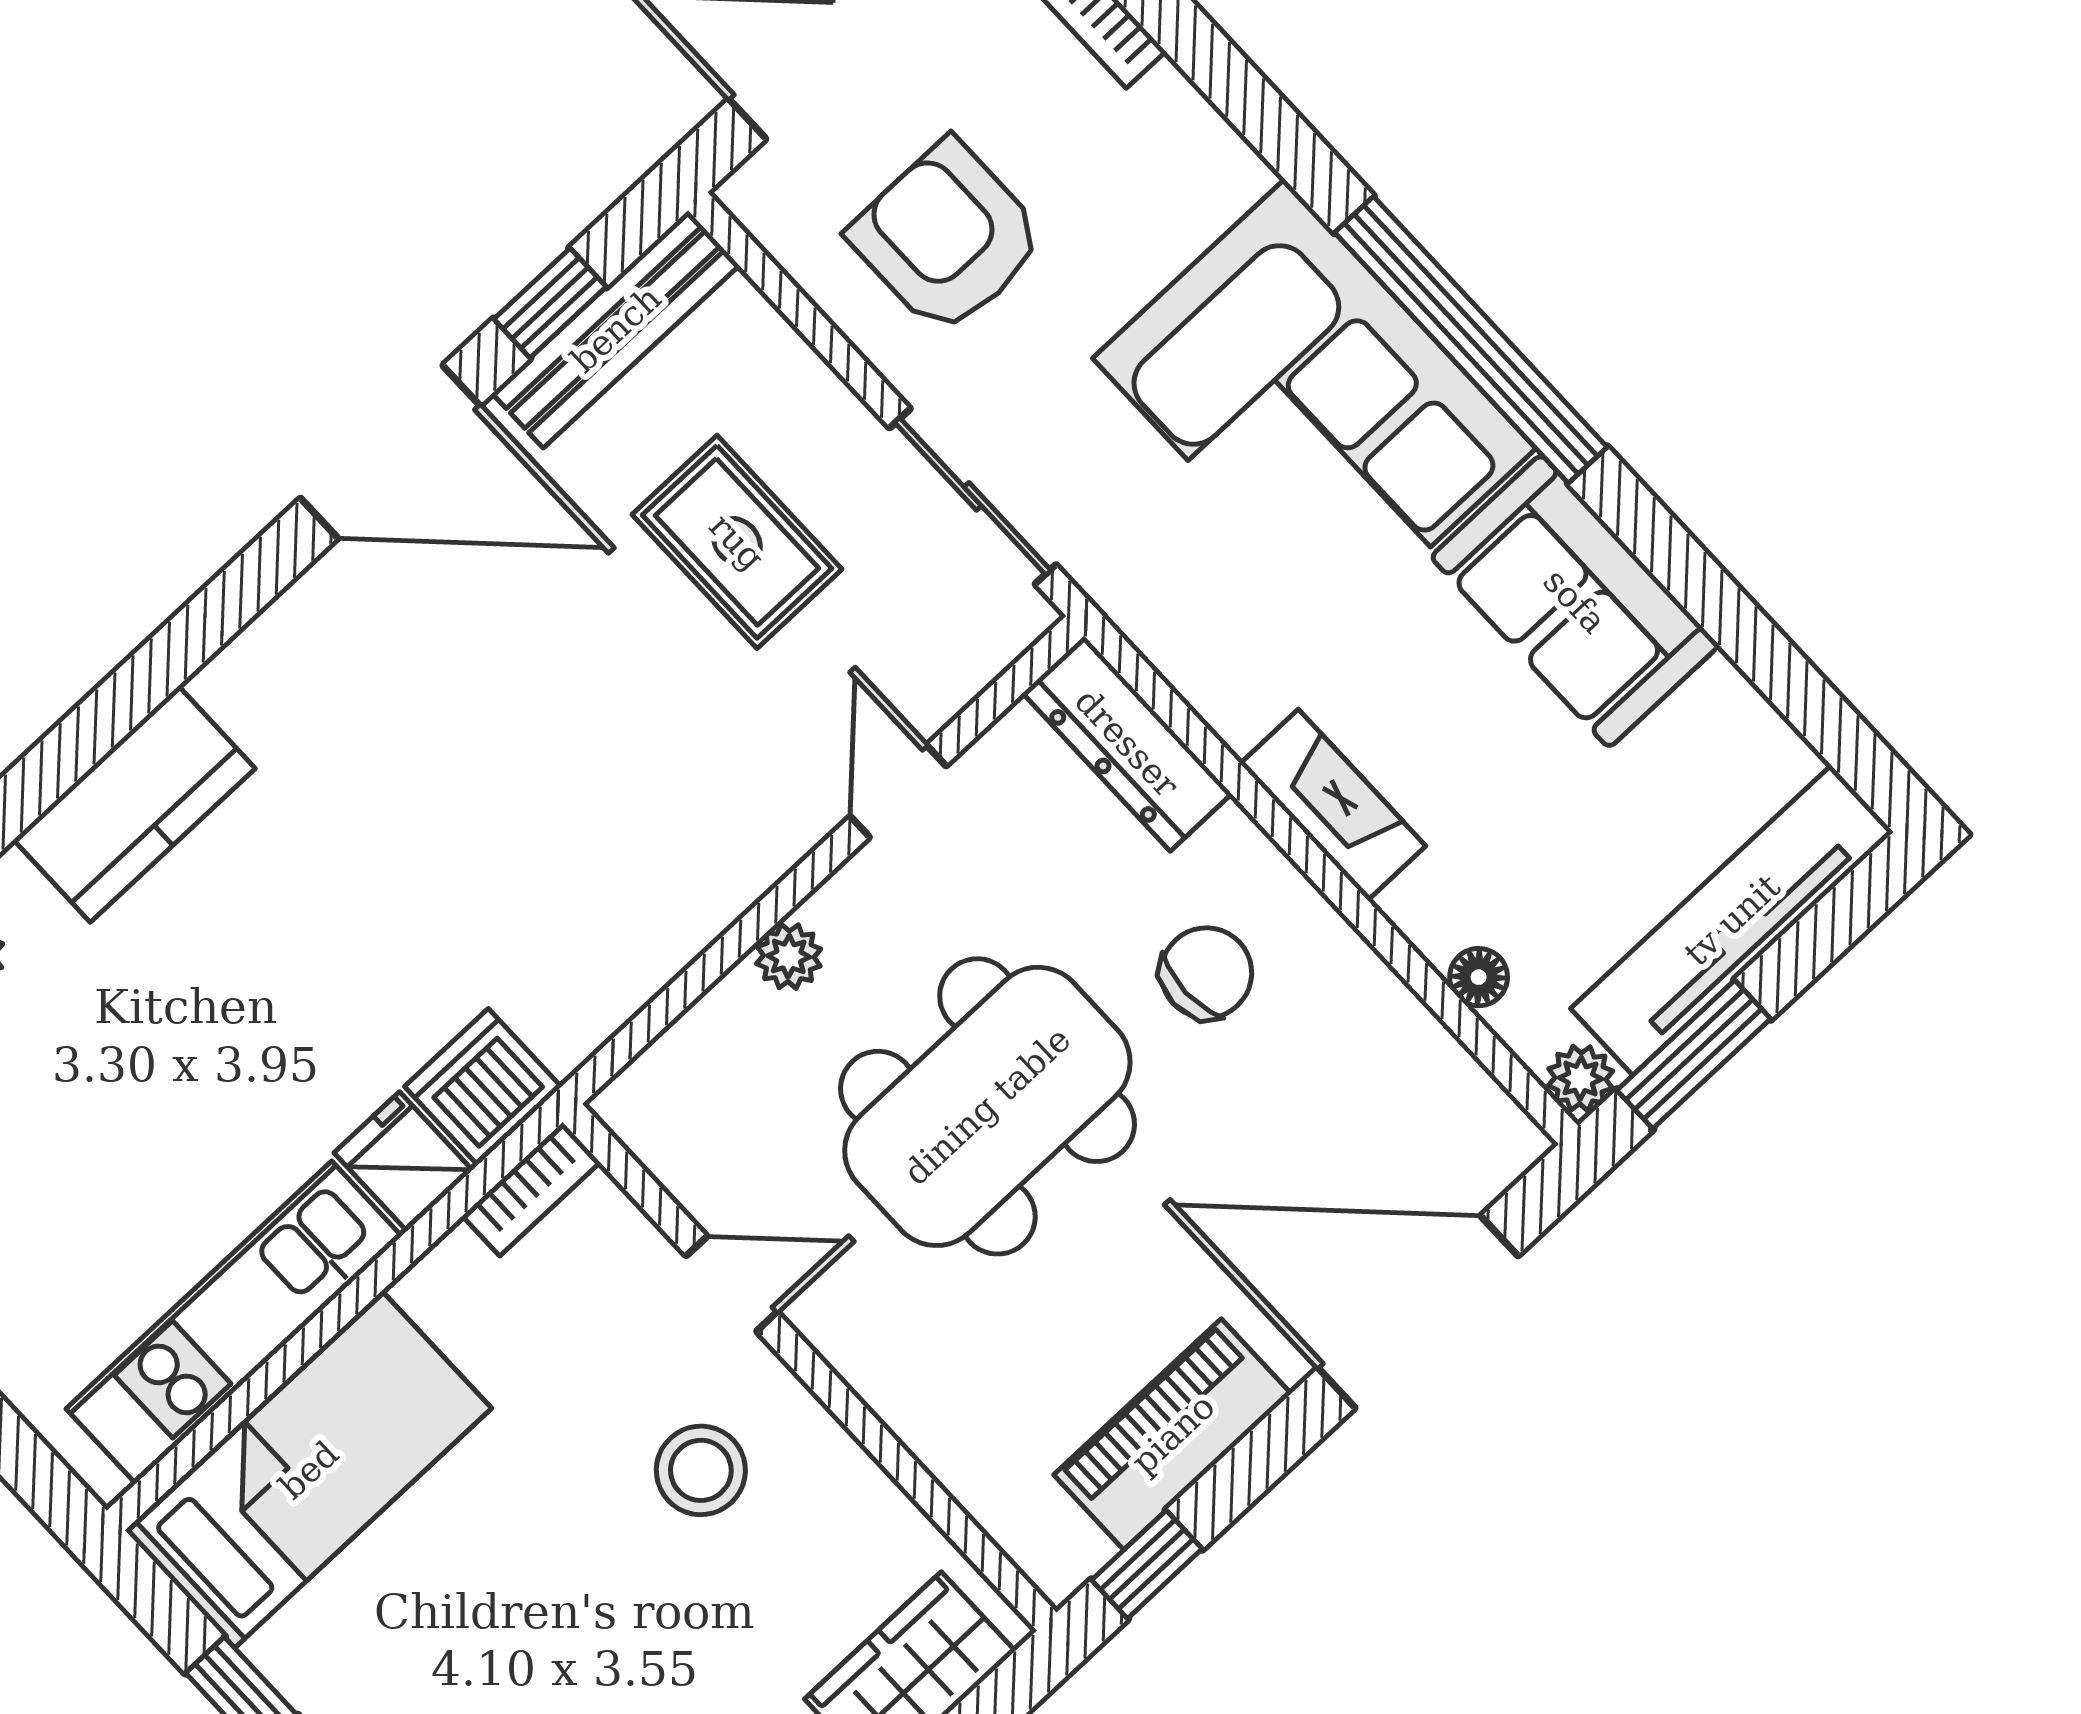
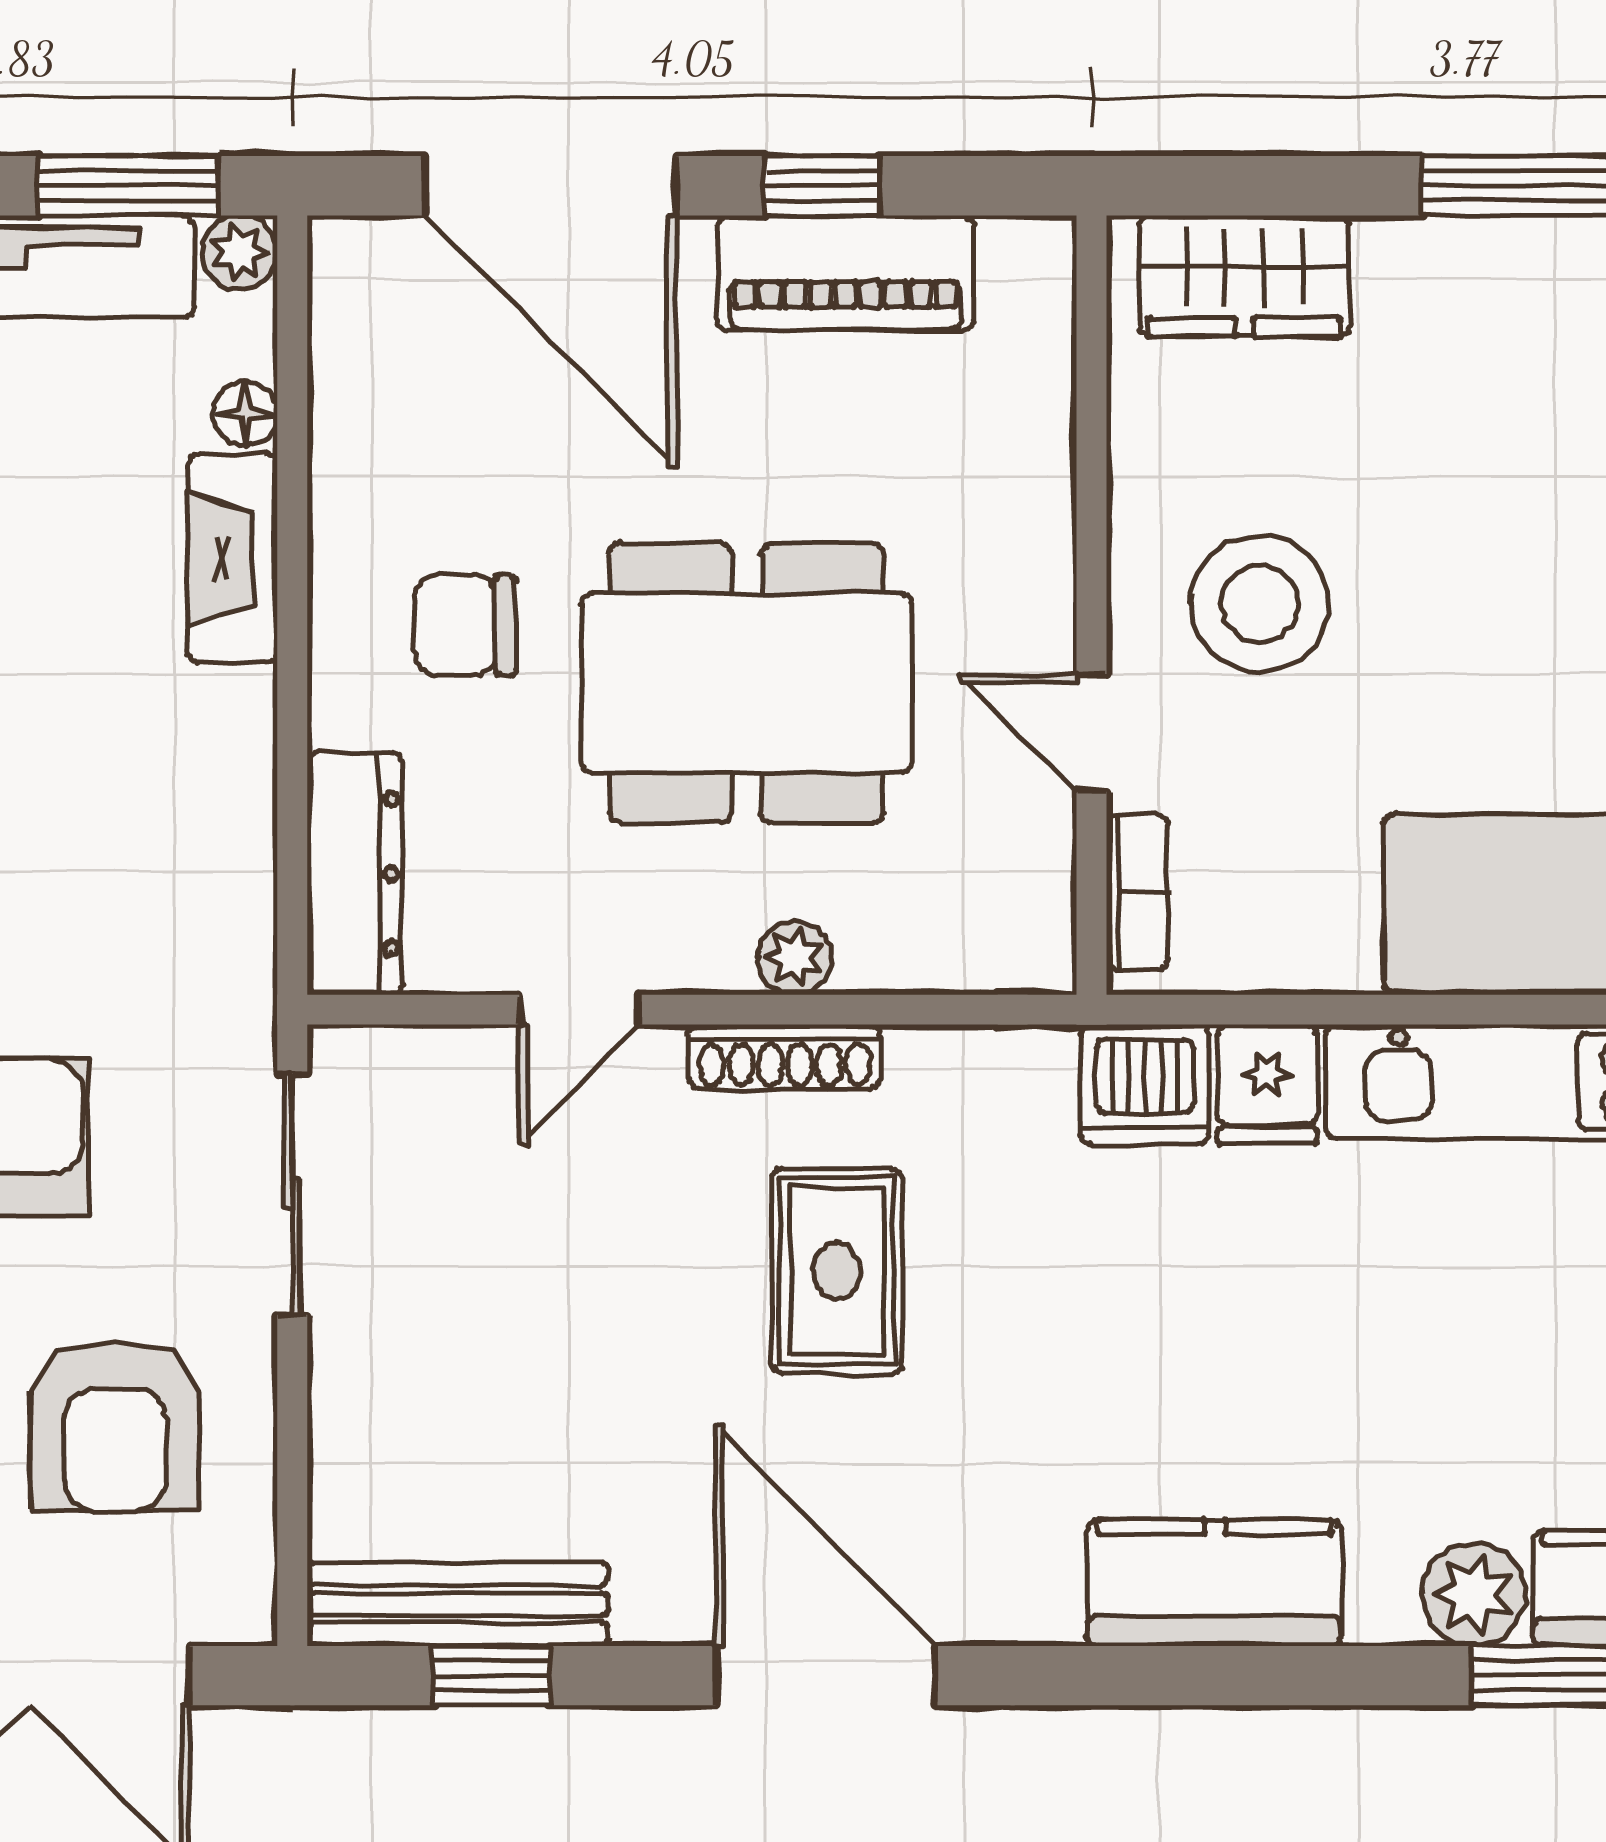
door: (390, 452) -> (826, 1676), moved
rug: (737, 542) -> (837, 1271), moved
fireplace: (1333, 805) -> (233, 558), moved
shoe rack: (735, 886) -> (785, 1057), added
bookcase: (531, 1189) -> (1137, 892), moved, turned 90
stool: (701, 1470) -> (1259, 604), width x1.38, depth x1.38
window: (1147, 1564) -> (822, 186), moved

